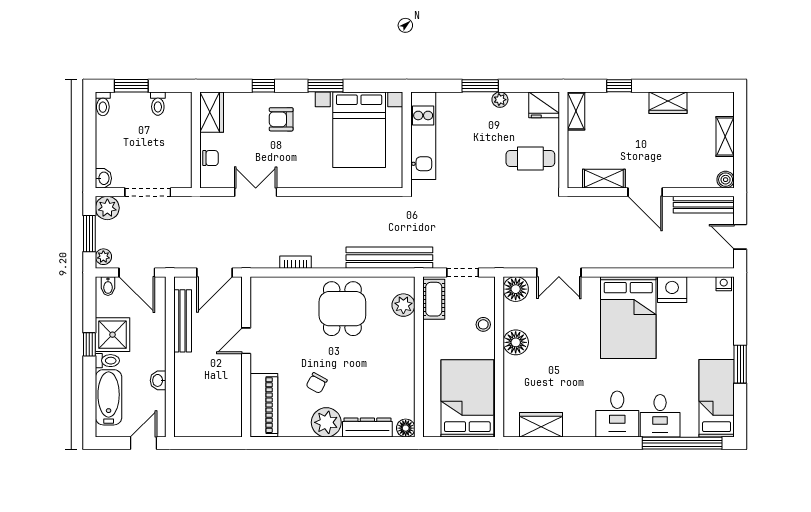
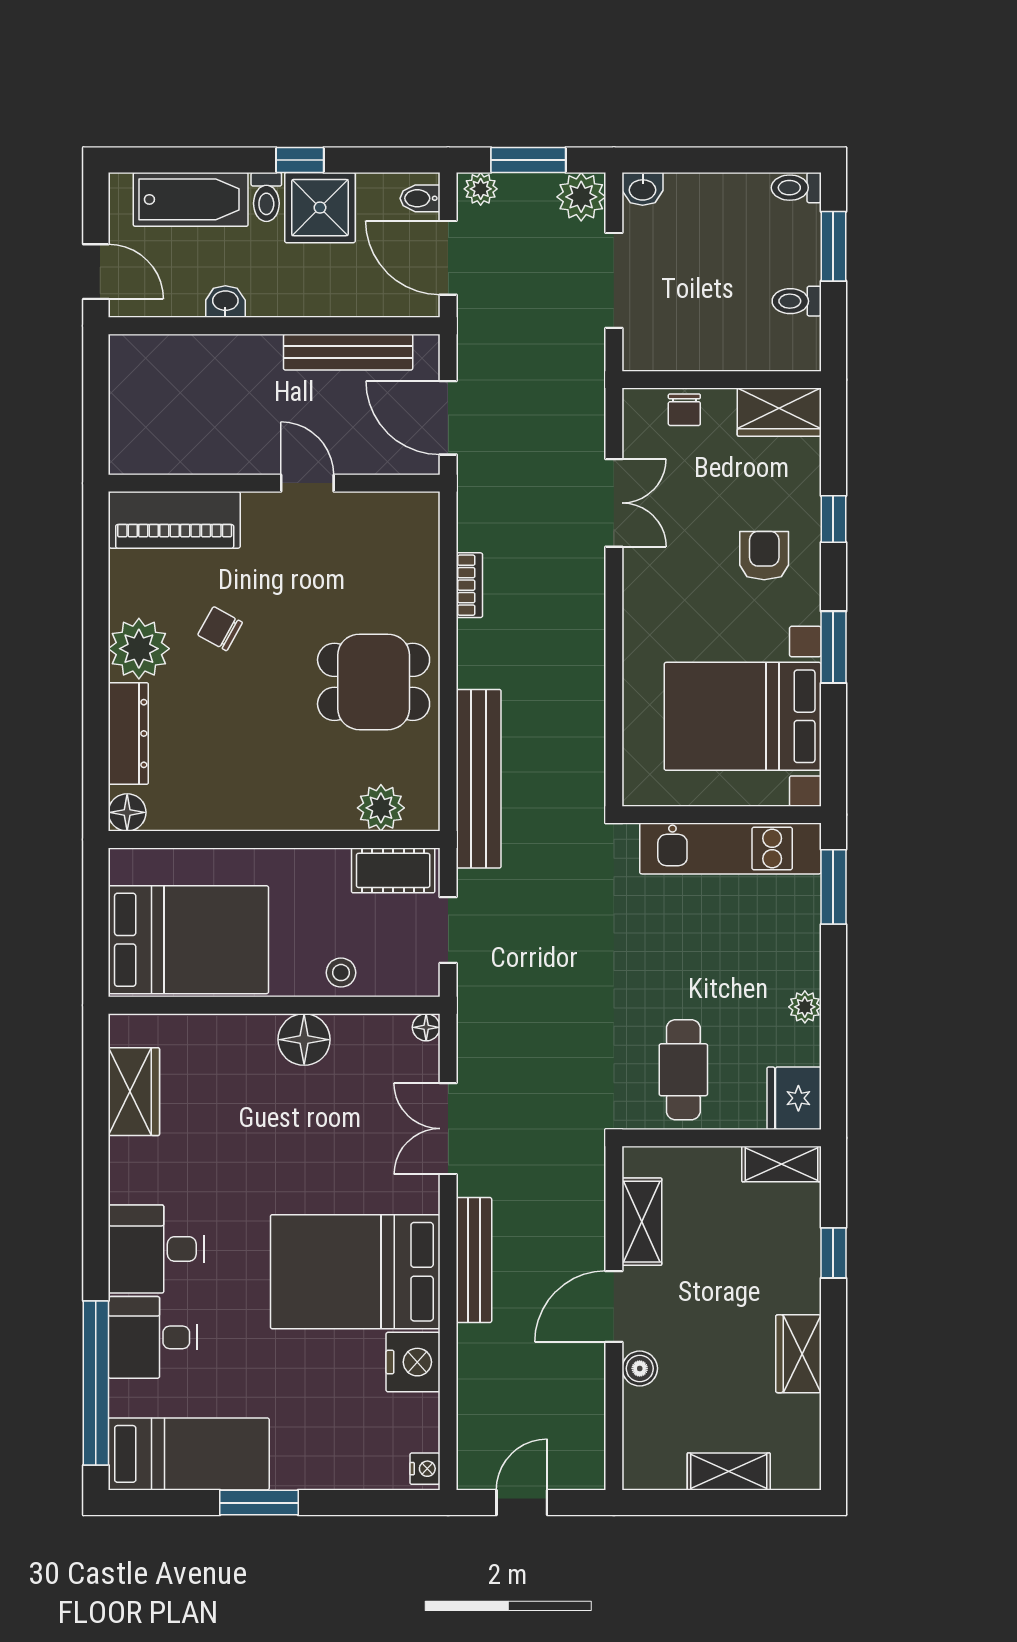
window: (480, 86) -> (833, 887), moved
boiler: (726, 180) -> (640, 1368), moved
bench: (704, 205) -> (474, 1260), moved
door: (137, 273) -> (448, 258), hinge flipped
floor lamp: (516, 289) -> (426, 1027), width x0.53, depth x0.53

